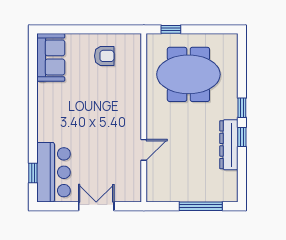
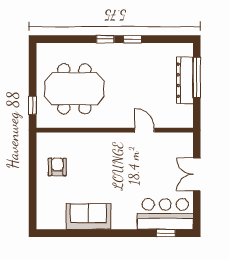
sofa: (51, 57) -> (89, 217), moved
meeting table: (188, 74) -> (74, 89), turned 90
dresser: (229, 145) -> (185, 80), moved, turned 90

